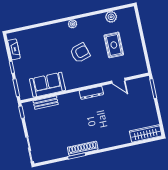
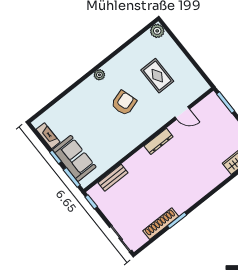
plant: (111, 17) -> (157, 31), moved
sofa: (47, 85) -> (74, 158), moved, turned 90
shoe rack: (83, 148) -> (161, 224), moved

